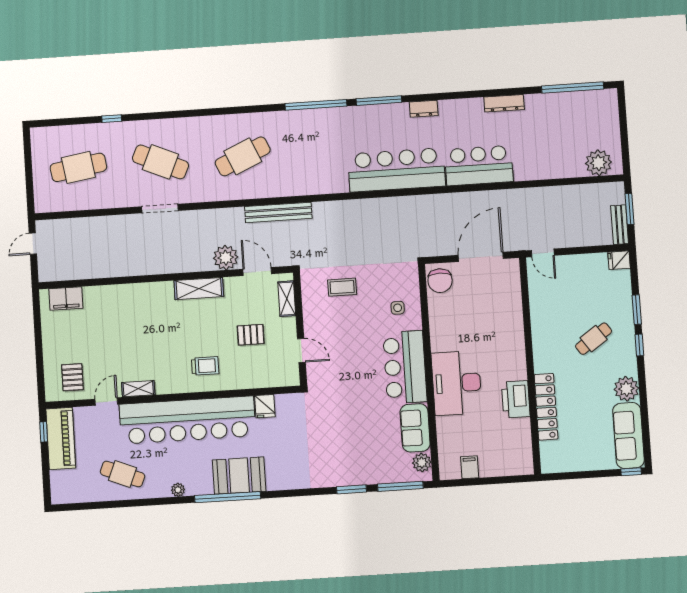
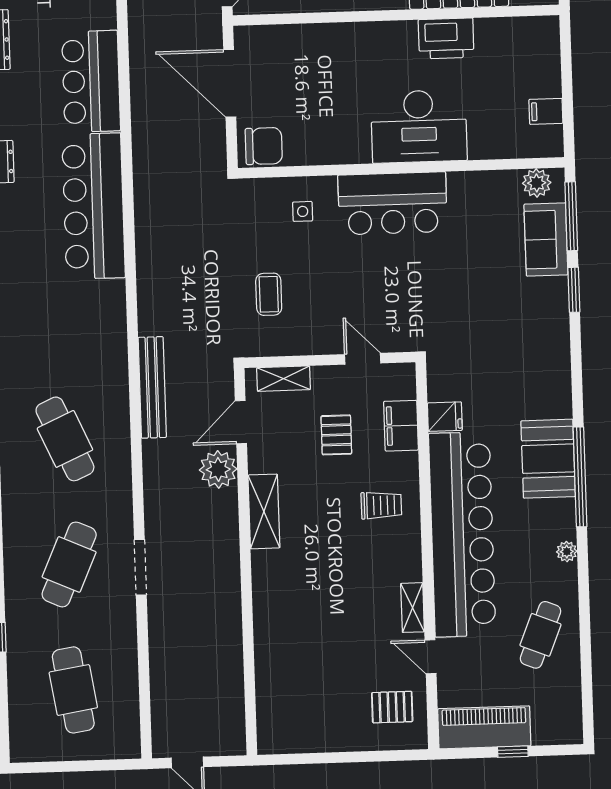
filing cabinet: (66, 298) -> (401, 426), moved, turned 180
door: (301, 351) -> (363, 359), hinge flipped
trolley: (205, 366) -> (381, 505), turned 90
sofa: (415, 428) -> (546, 239), moved, turned 90
window: (44, 432) -> (513, 752), moved

